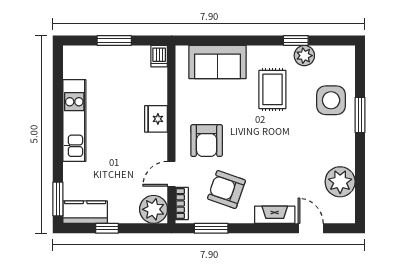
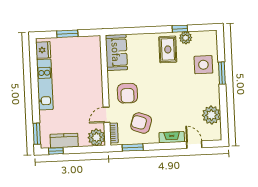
dishwasher: (159, 56) -> (96, 42), removed
sofa: (218, 62) -> (116, 52), moved, turned -90
rug: (272, 89) -> (168, 49), moved
fridge: (156, 119) -> (43, 50), moved, turned 180
kitchen counter: (85, 212) -> (64, 141), moved
window: (107, 228) -> (56, 151), moved

